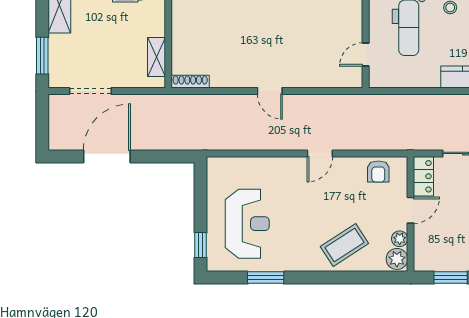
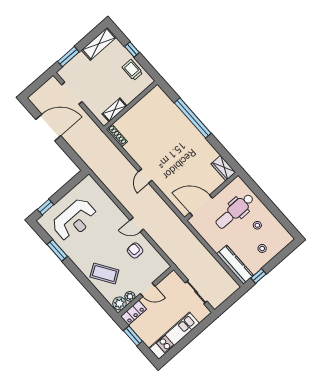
door: (366, 55) -> (201, 205), width x1.88
armchair: (378, 171) -> (135, 250), moved, turned 90
locker: (423, 176) -> (134, 313), moved

